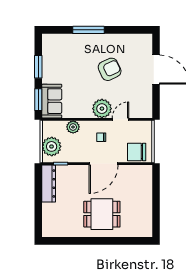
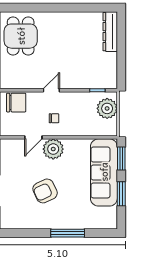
sofa: (52, 101) -> (104, 172), width x1.85, depth x1.27
plant: (73, 127) -> (84, 129), removed
door: (104, 164) -> (51, 90), width x0.53
dresser: (49, 184) -> (110, 32), moved
dining table: (102, 214) -> (21, 36), moved, turned 90

